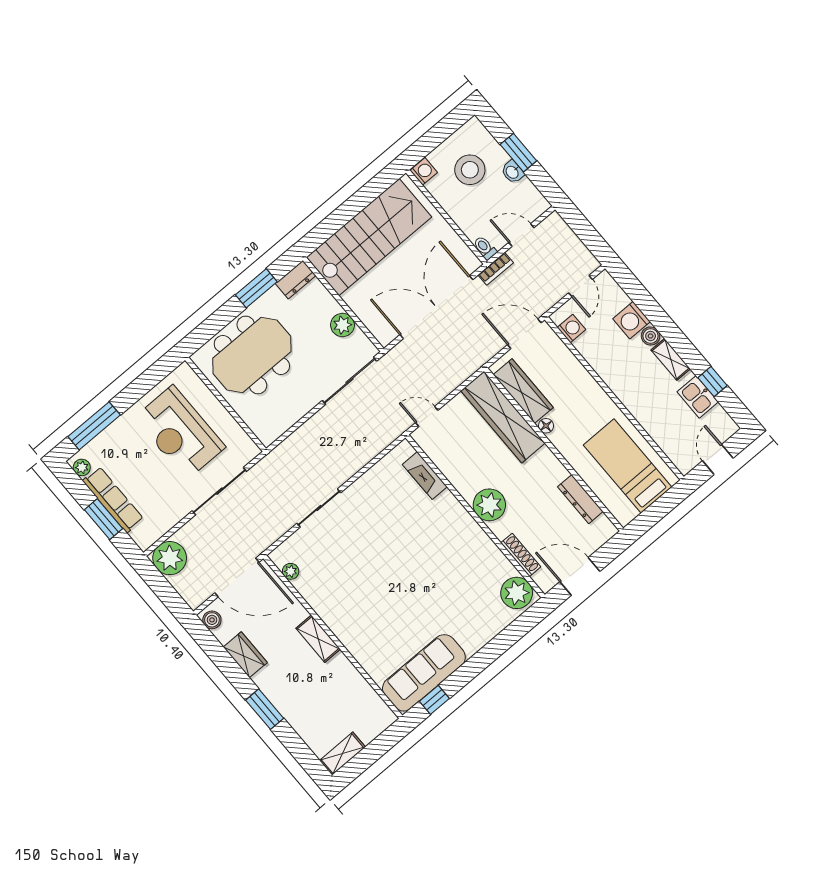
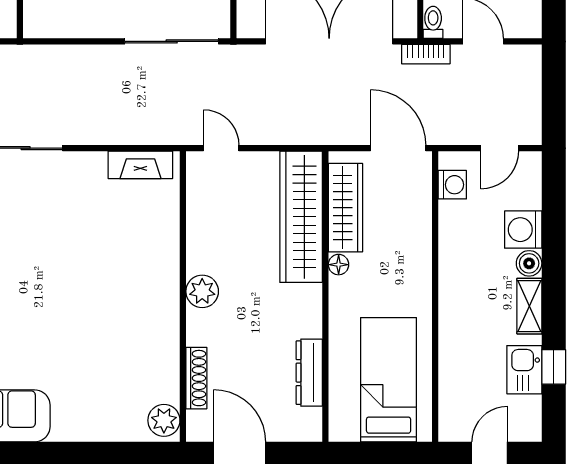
fireplace: (425, 476) -> (140, 165), moved, turned -90
plant: (489, 505) -> (202, 291), width x0.73, depth x0.73
plant: (517, 593) -> (164, 420), width x0.73, depth x0.73

